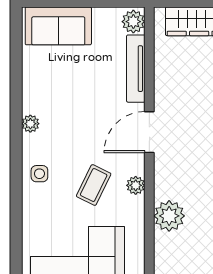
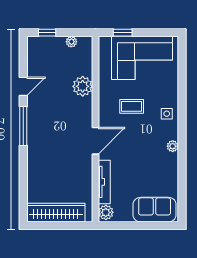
coffee table: (94, 185) -> (132, 106), turned 64
plant: (136, 185) -> (104, 106), removed

